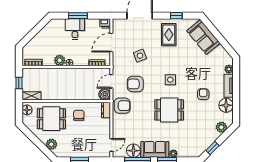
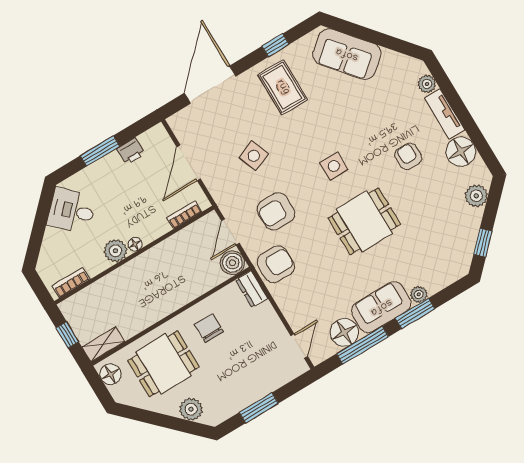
printer: (105, 23) -> (131, 151), moved
desk: (75, 29) -> (72, 211), moved, turned -45

